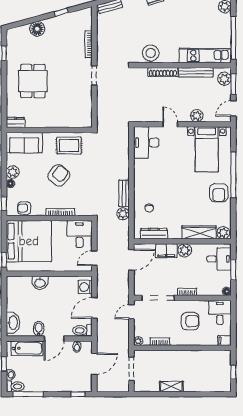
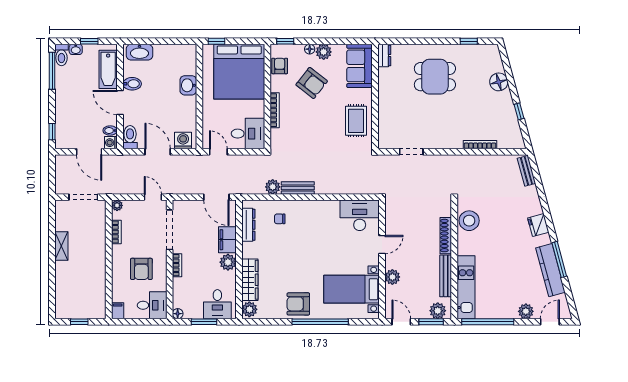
doorway: (94, 75) -> (411, 152), moved
armchair: (59, 175) -> (312, 83), moved
washing machine: (87, 346) -> (111, 143), added

